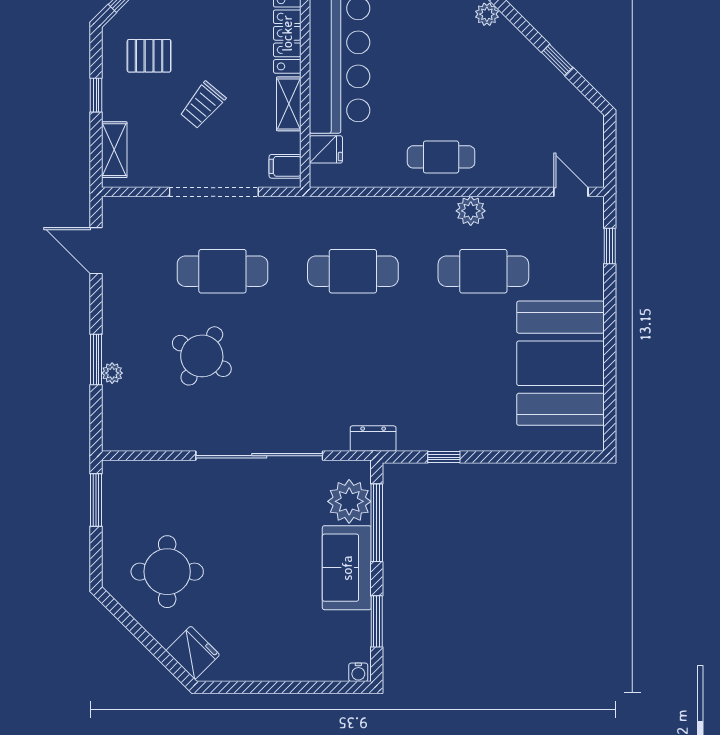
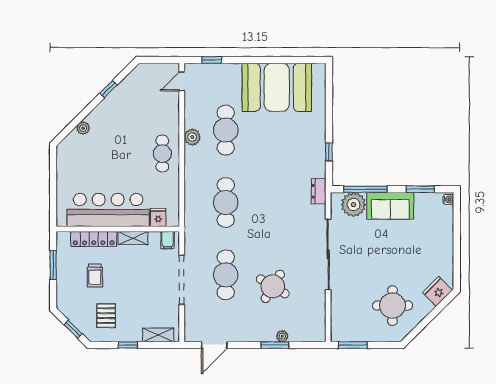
trolley: (203, 105) -> (95, 275), moved, turned 50

